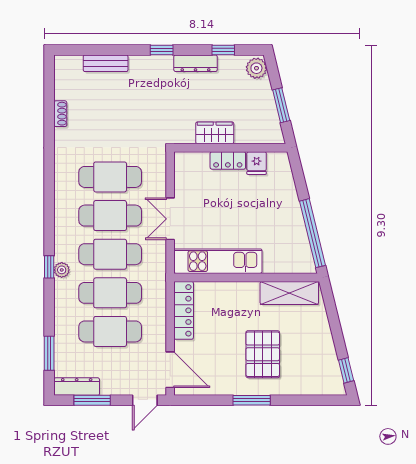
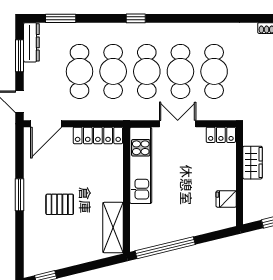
locker: (228, 160) -> (221, 135), moved, turned -90
plant: (62, 270) -> (133, 29), removed
pallet: (263, 354) -> (60, 204), width x0.67, depth x0.71

